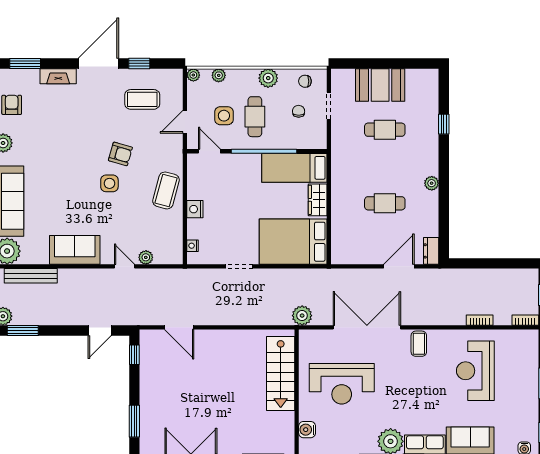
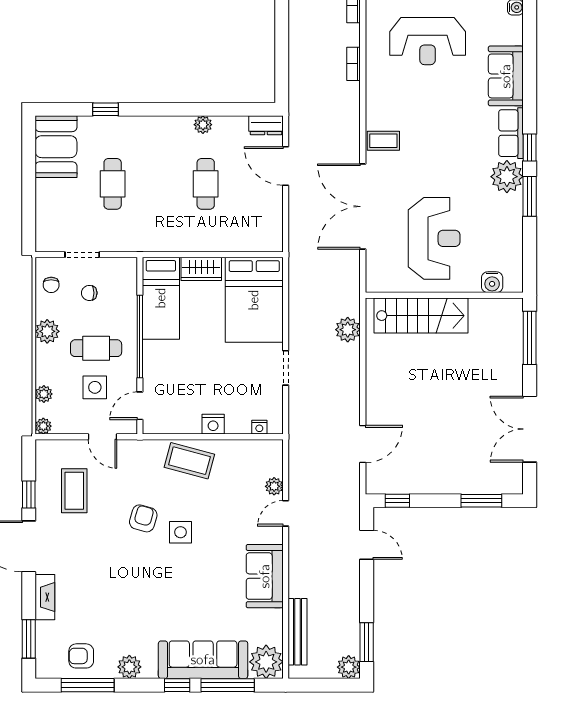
booth: (380, 85) -> (56, 147), moved
plant: (432, 183) -> (203, 125), moved
plant: (302, 316) -> (348, 330), moved
reception desk: (475, 371) -> (428, 41), moved

